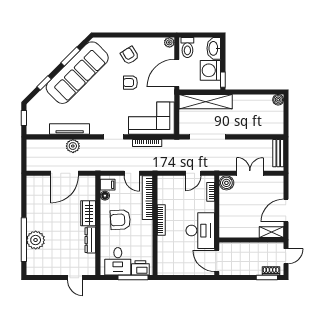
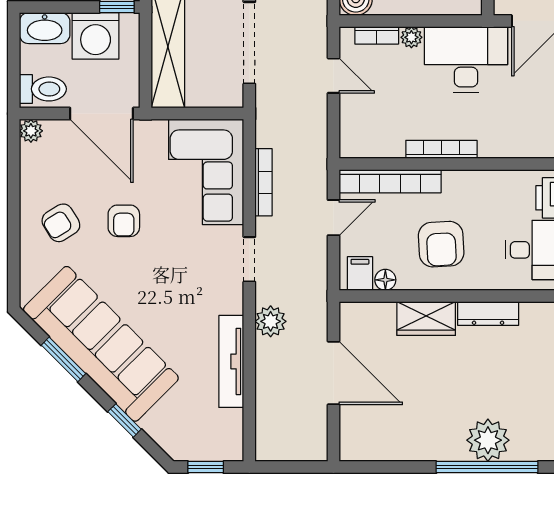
plant: (73, 146) -> (271, 321), moved
plant: (210, 207) -> (411, 37), added

